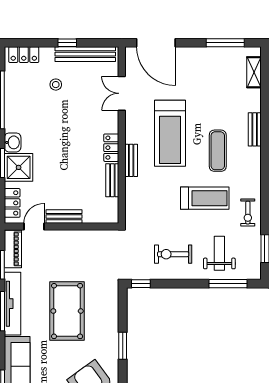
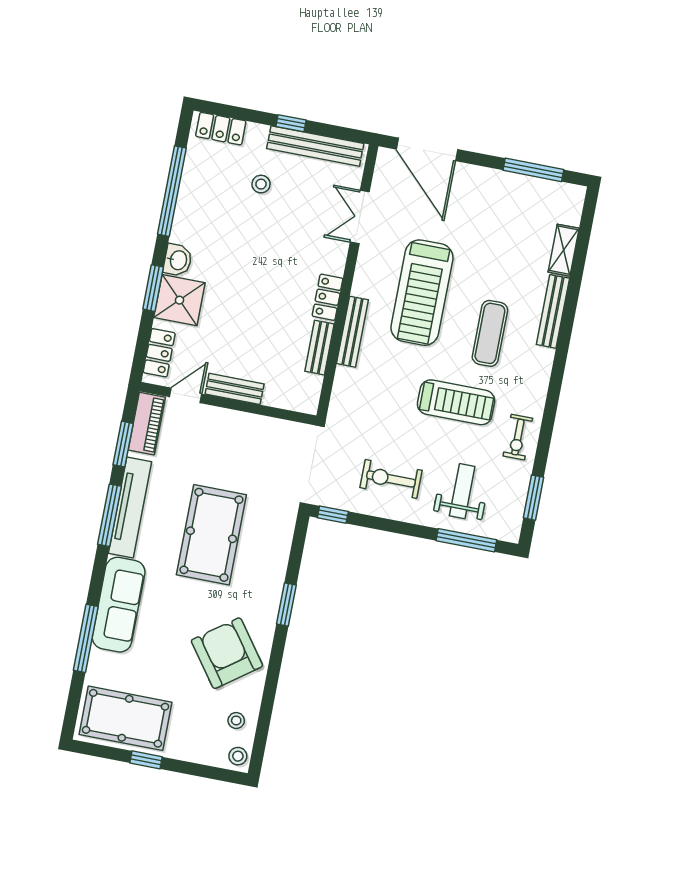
shelving: (254, 72) -> (564, 250), moved
bench: (255, 129) -> (553, 311), width x1.36
bench: (131, 160) -> (352, 332), width x1.36

